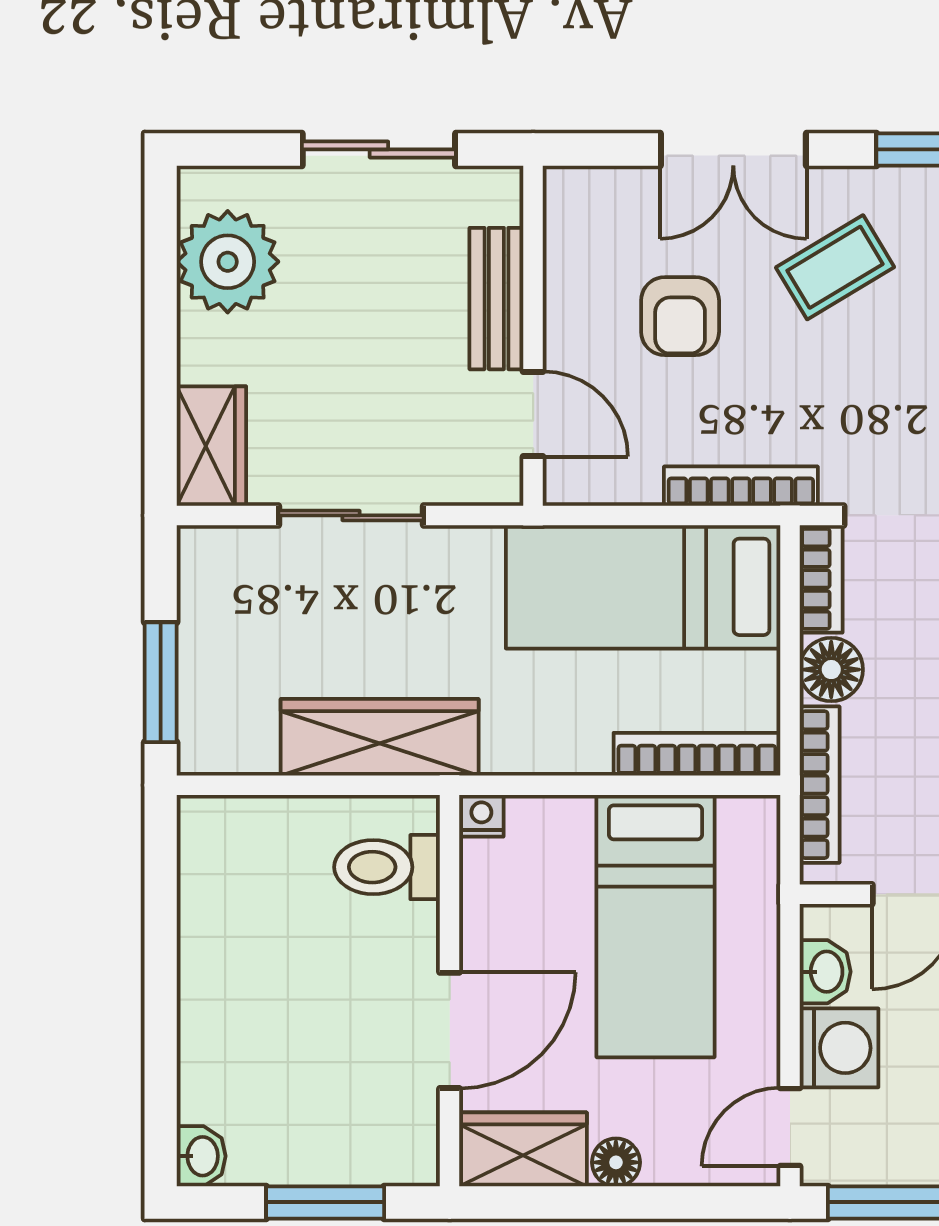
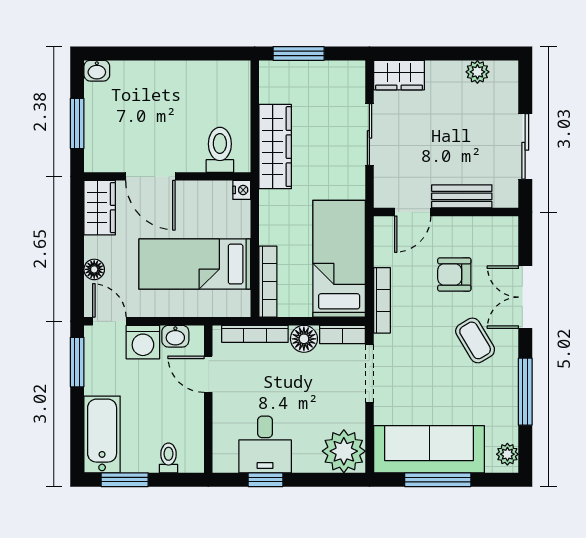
plant: (228, 262) -> (477, 72), width x0.53, depth x0.53
floor lamp: (616, 1162) -> (94, 269), moved

